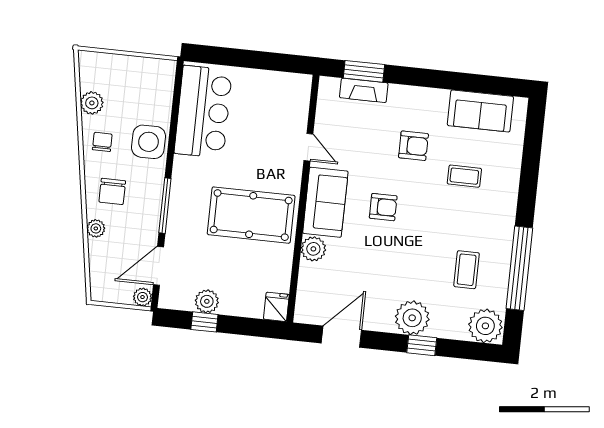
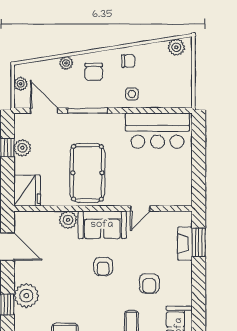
plant: (92, 103) -> (176, 47), moved
side table: (149, 142) -> (132, 94), width x0.54, depth x0.54
chair: (112, 191) -> (94, 72), turned -90
plant: (142, 297) -> (21, 84), moved
fridge: (276, 307) -> (27, 191), width x1.88, depth x1.34

